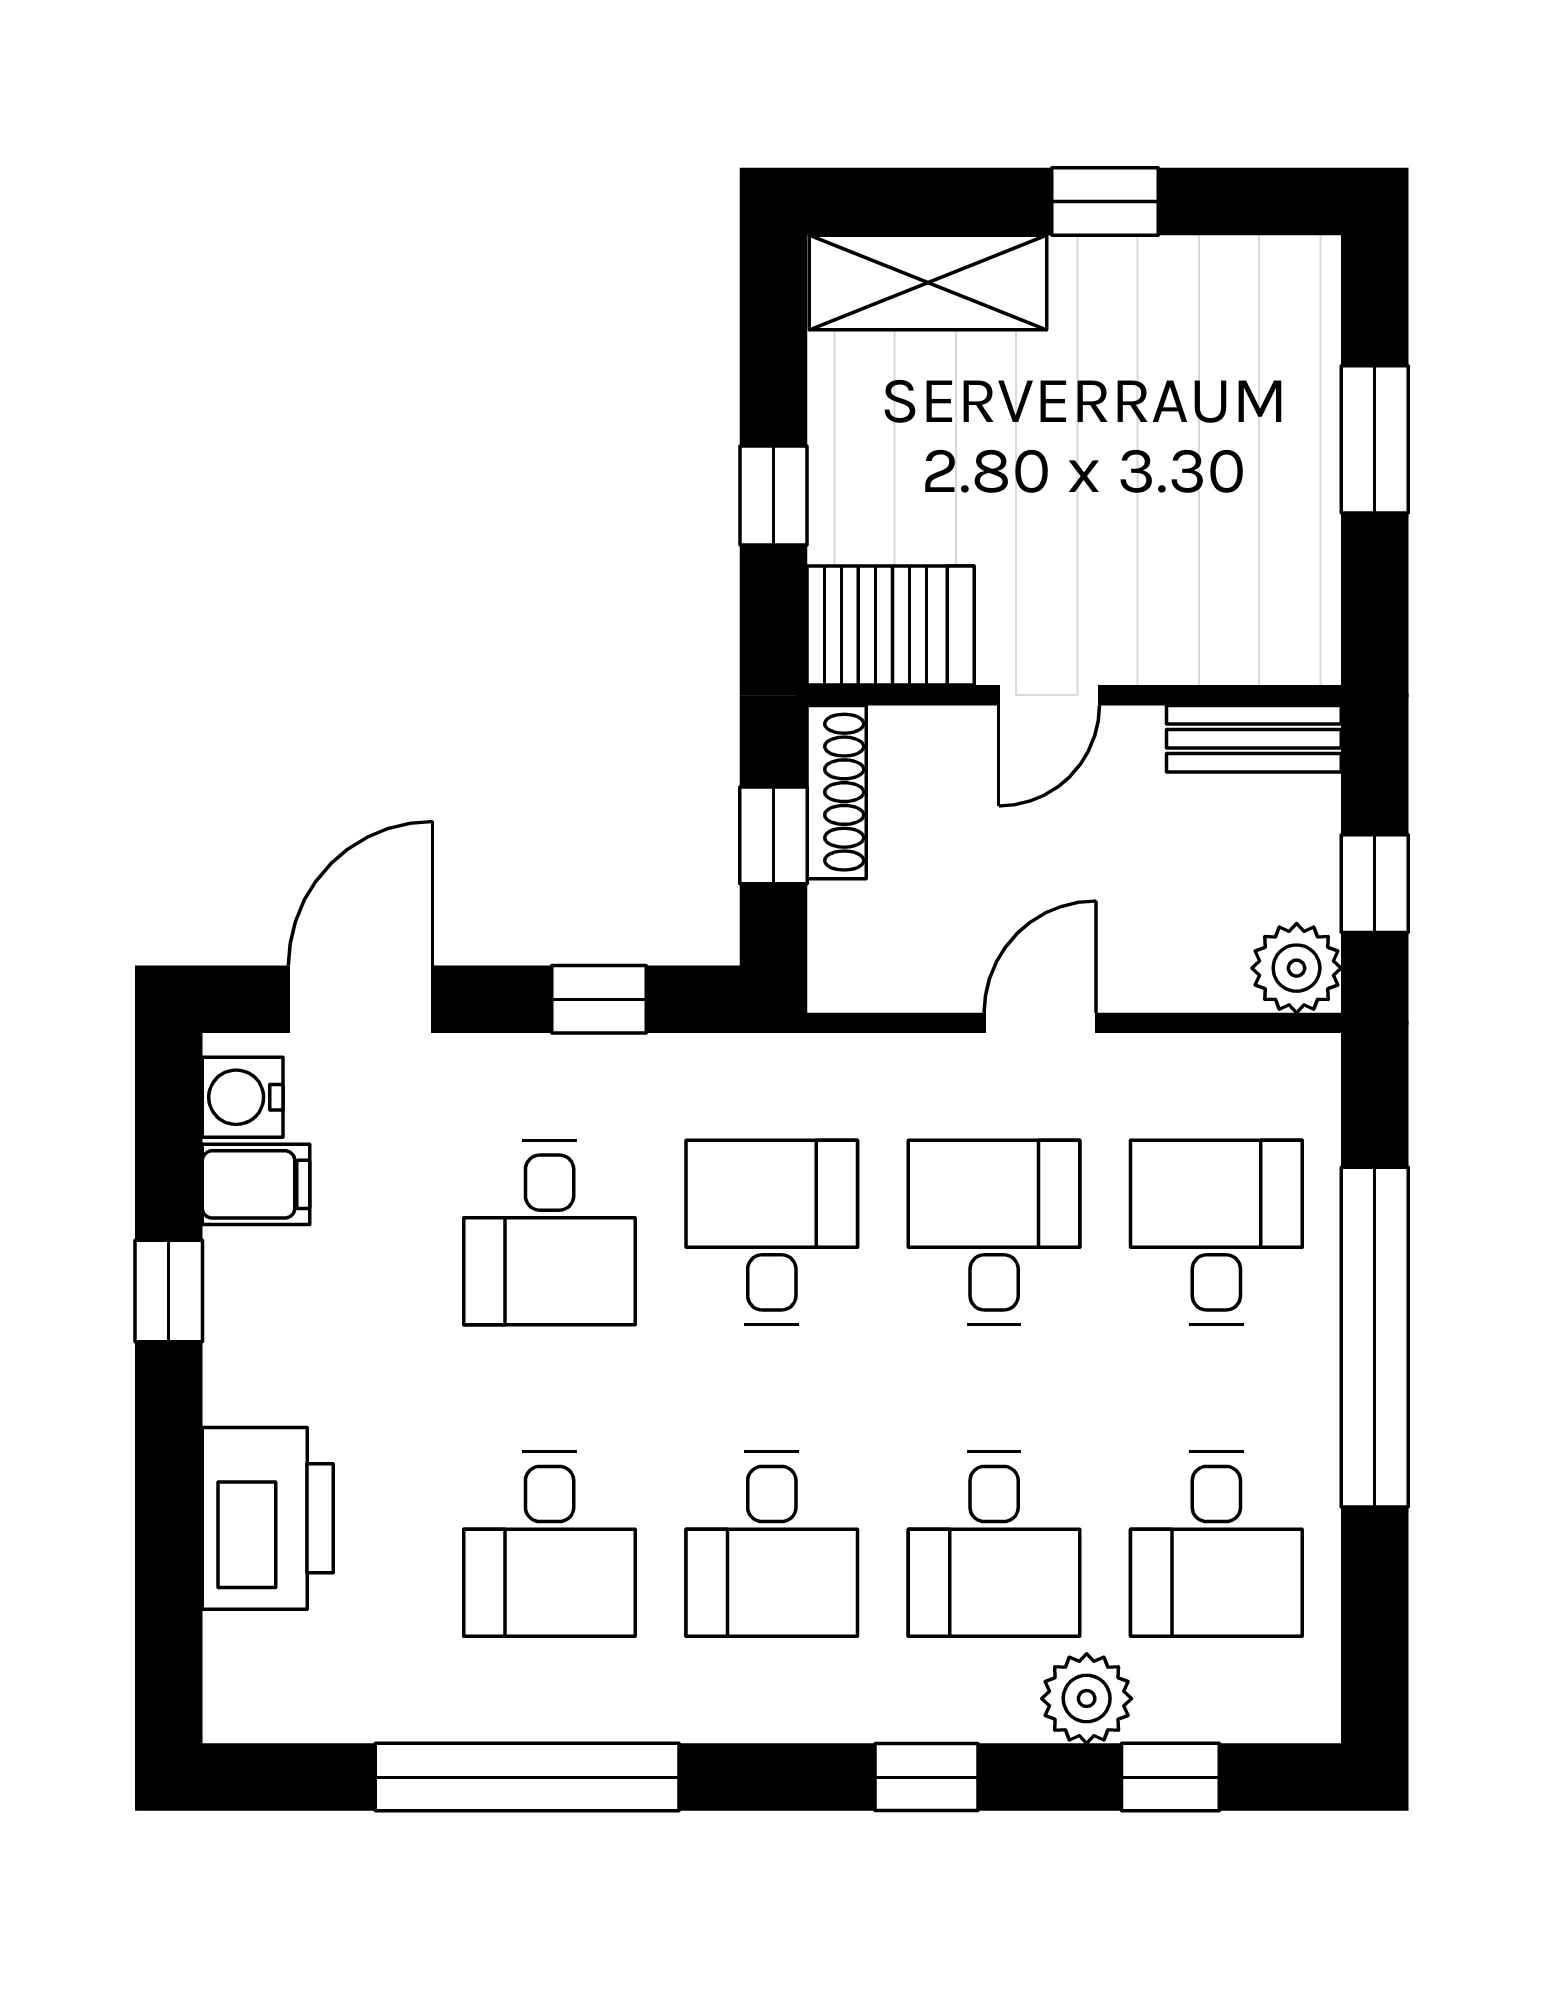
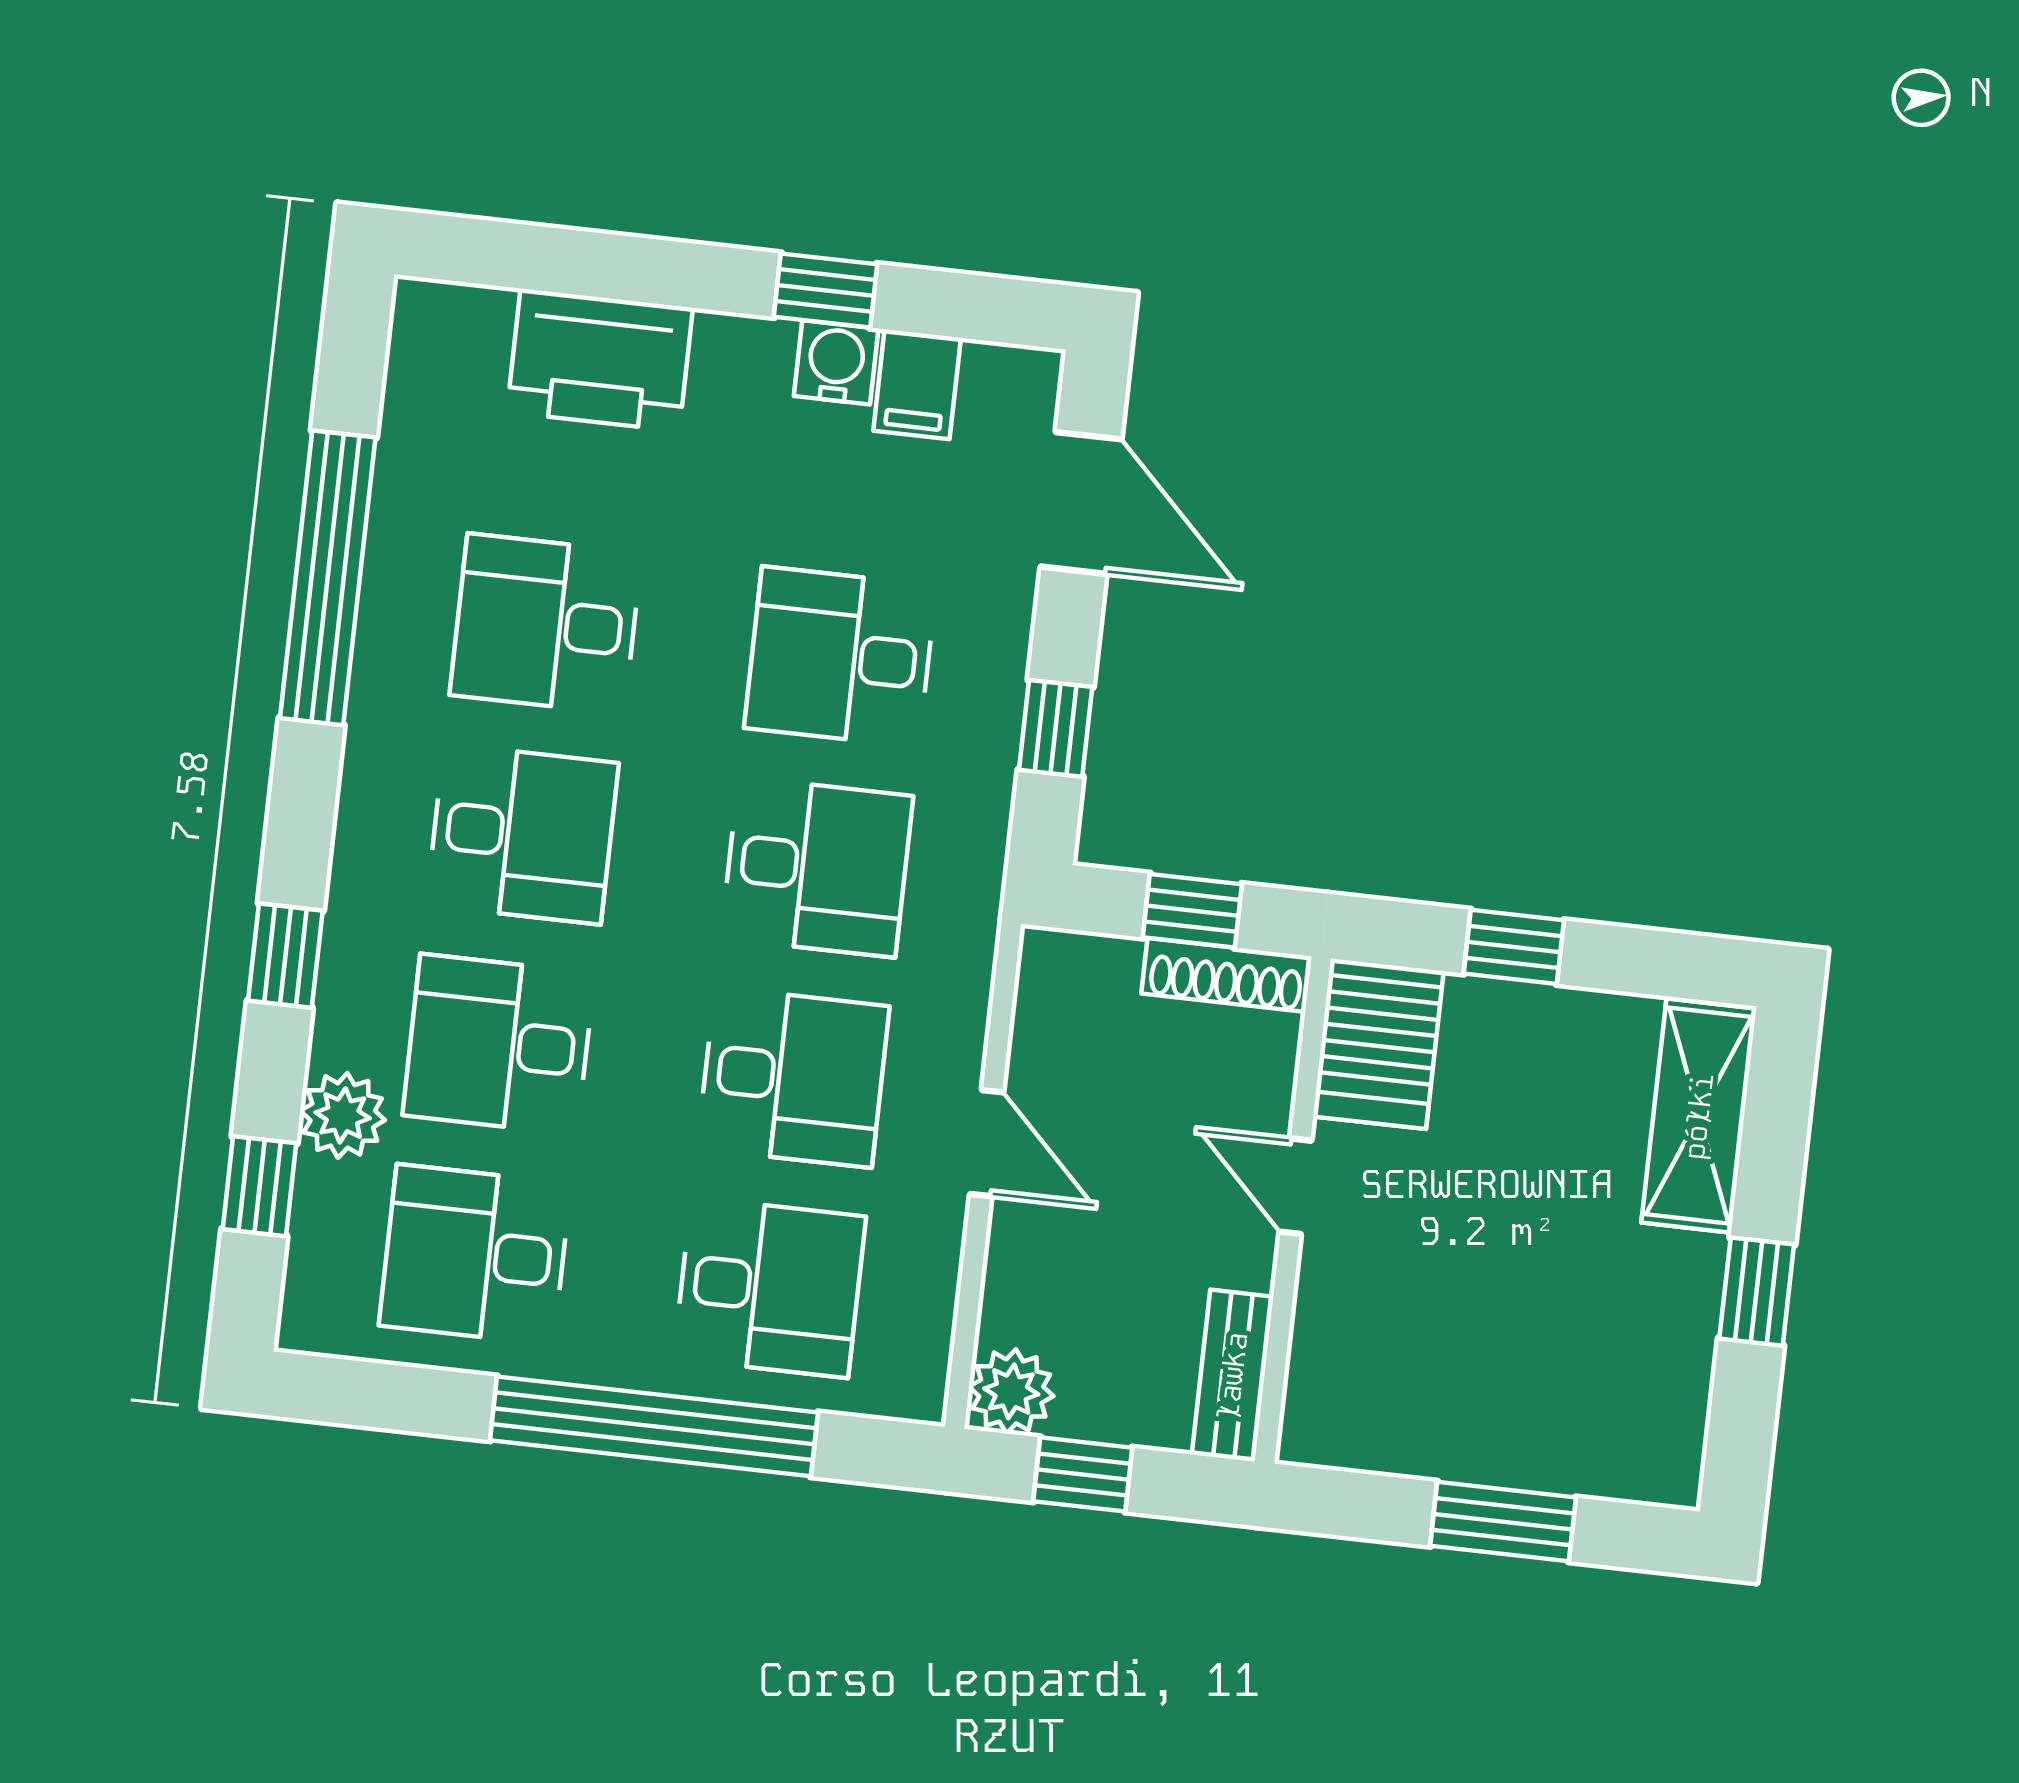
water cooler: (243, 1097) -> (836, 362), moved
desk: (772, 1544) -> (522, 834), turned 180

